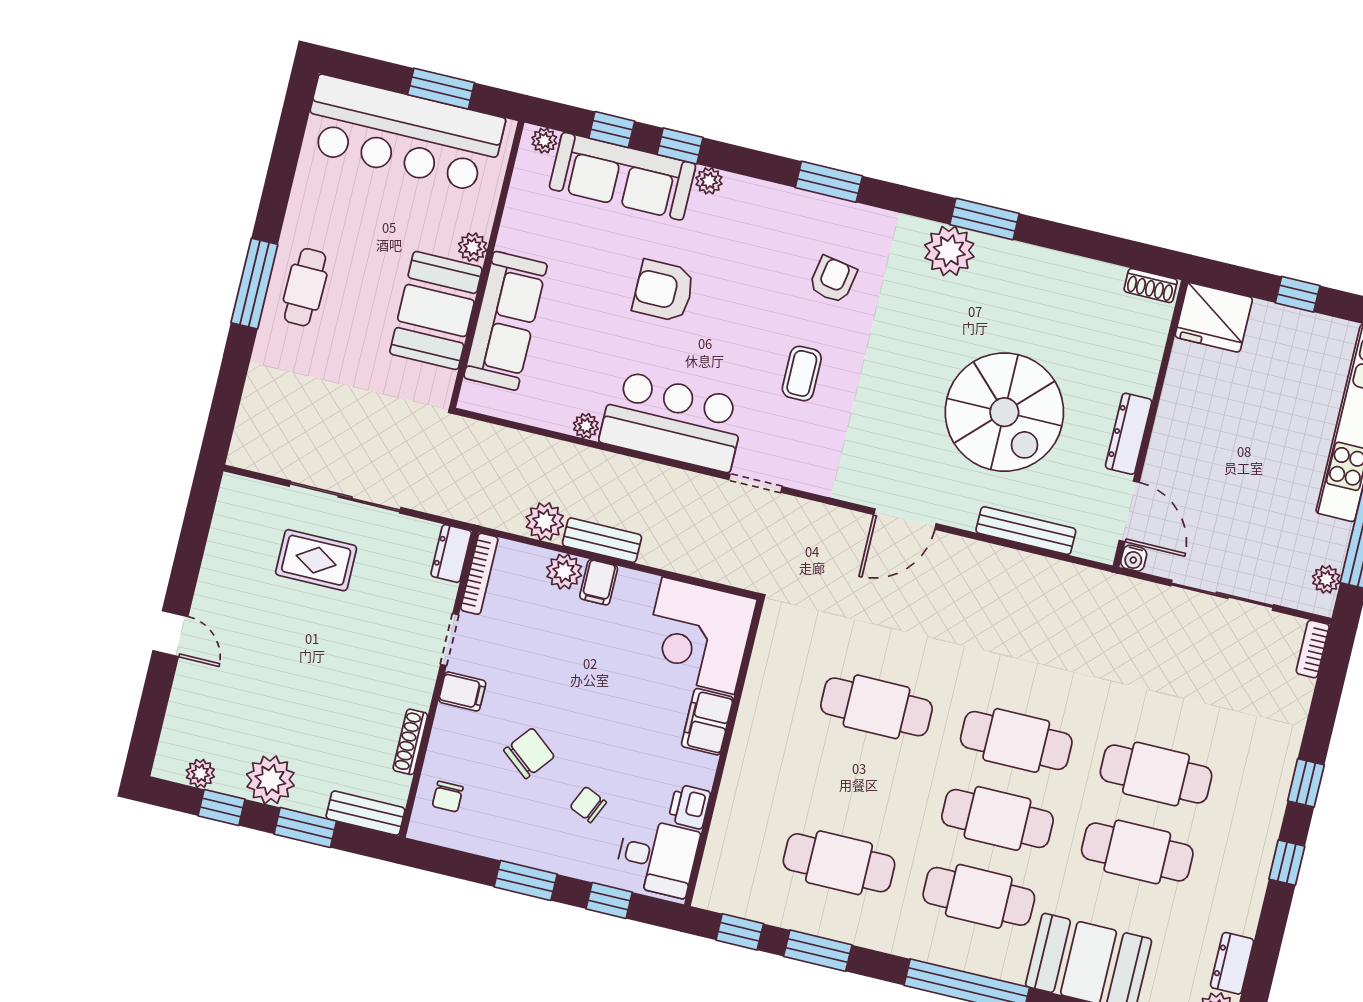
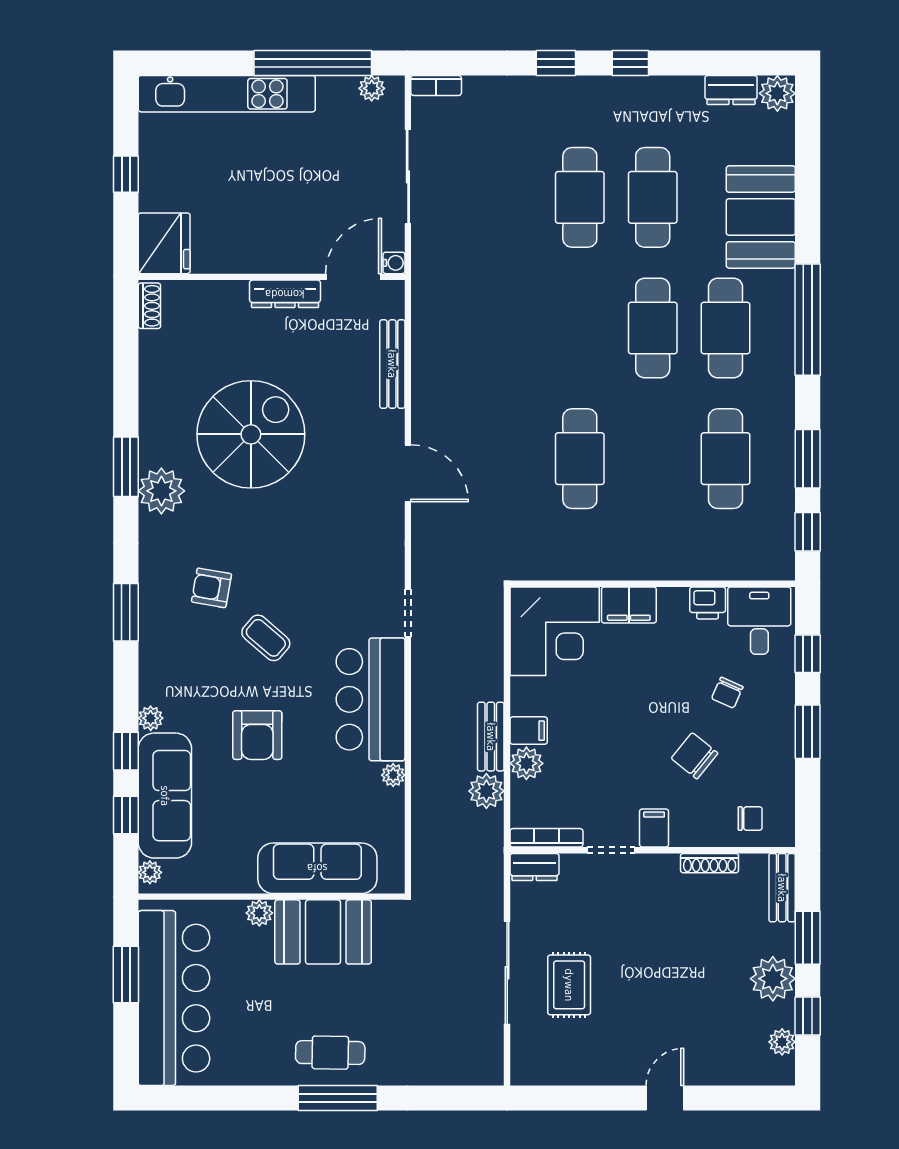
coffee table: (802, 373) -> (266, 638), moved, turned 41
spiral stairs: (1004, 412) -> (251, 434), moved
cafe table: (1016, 740) -> (580, 328), removed

